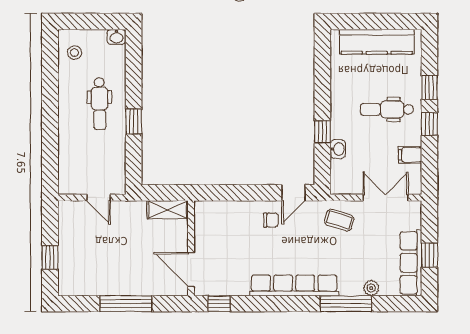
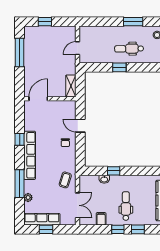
window: (50, 96) -> (133, 22), added
door: (293, 193) -> (80, 126), moved
window: (126, 304) -> (20, 53), moved
window: (219, 304) -> (20, 139), moved

